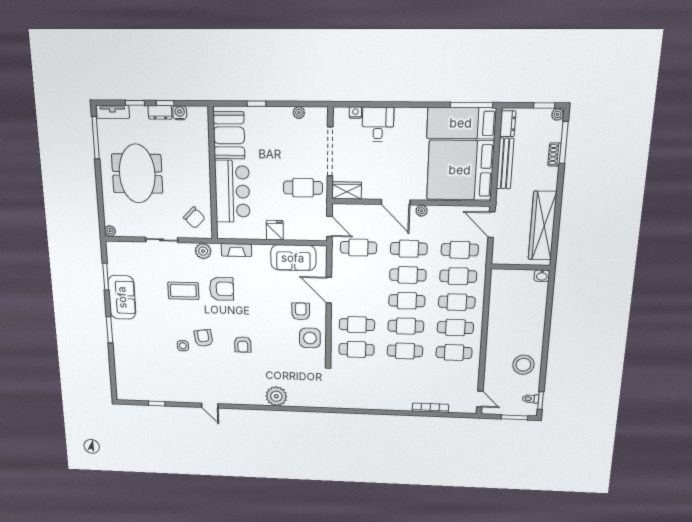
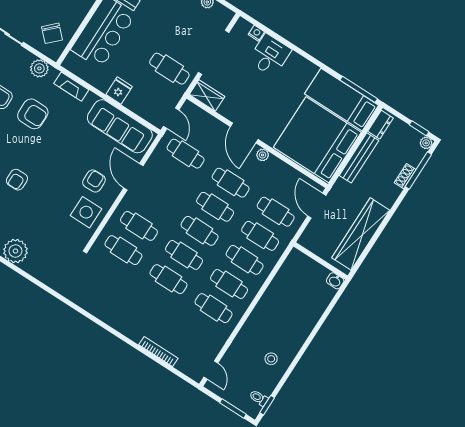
sofa: (293, 258) -> (120, 126), width x1.36
stool: (523, 365) -> (271, 359), width x0.53, depth x0.53

